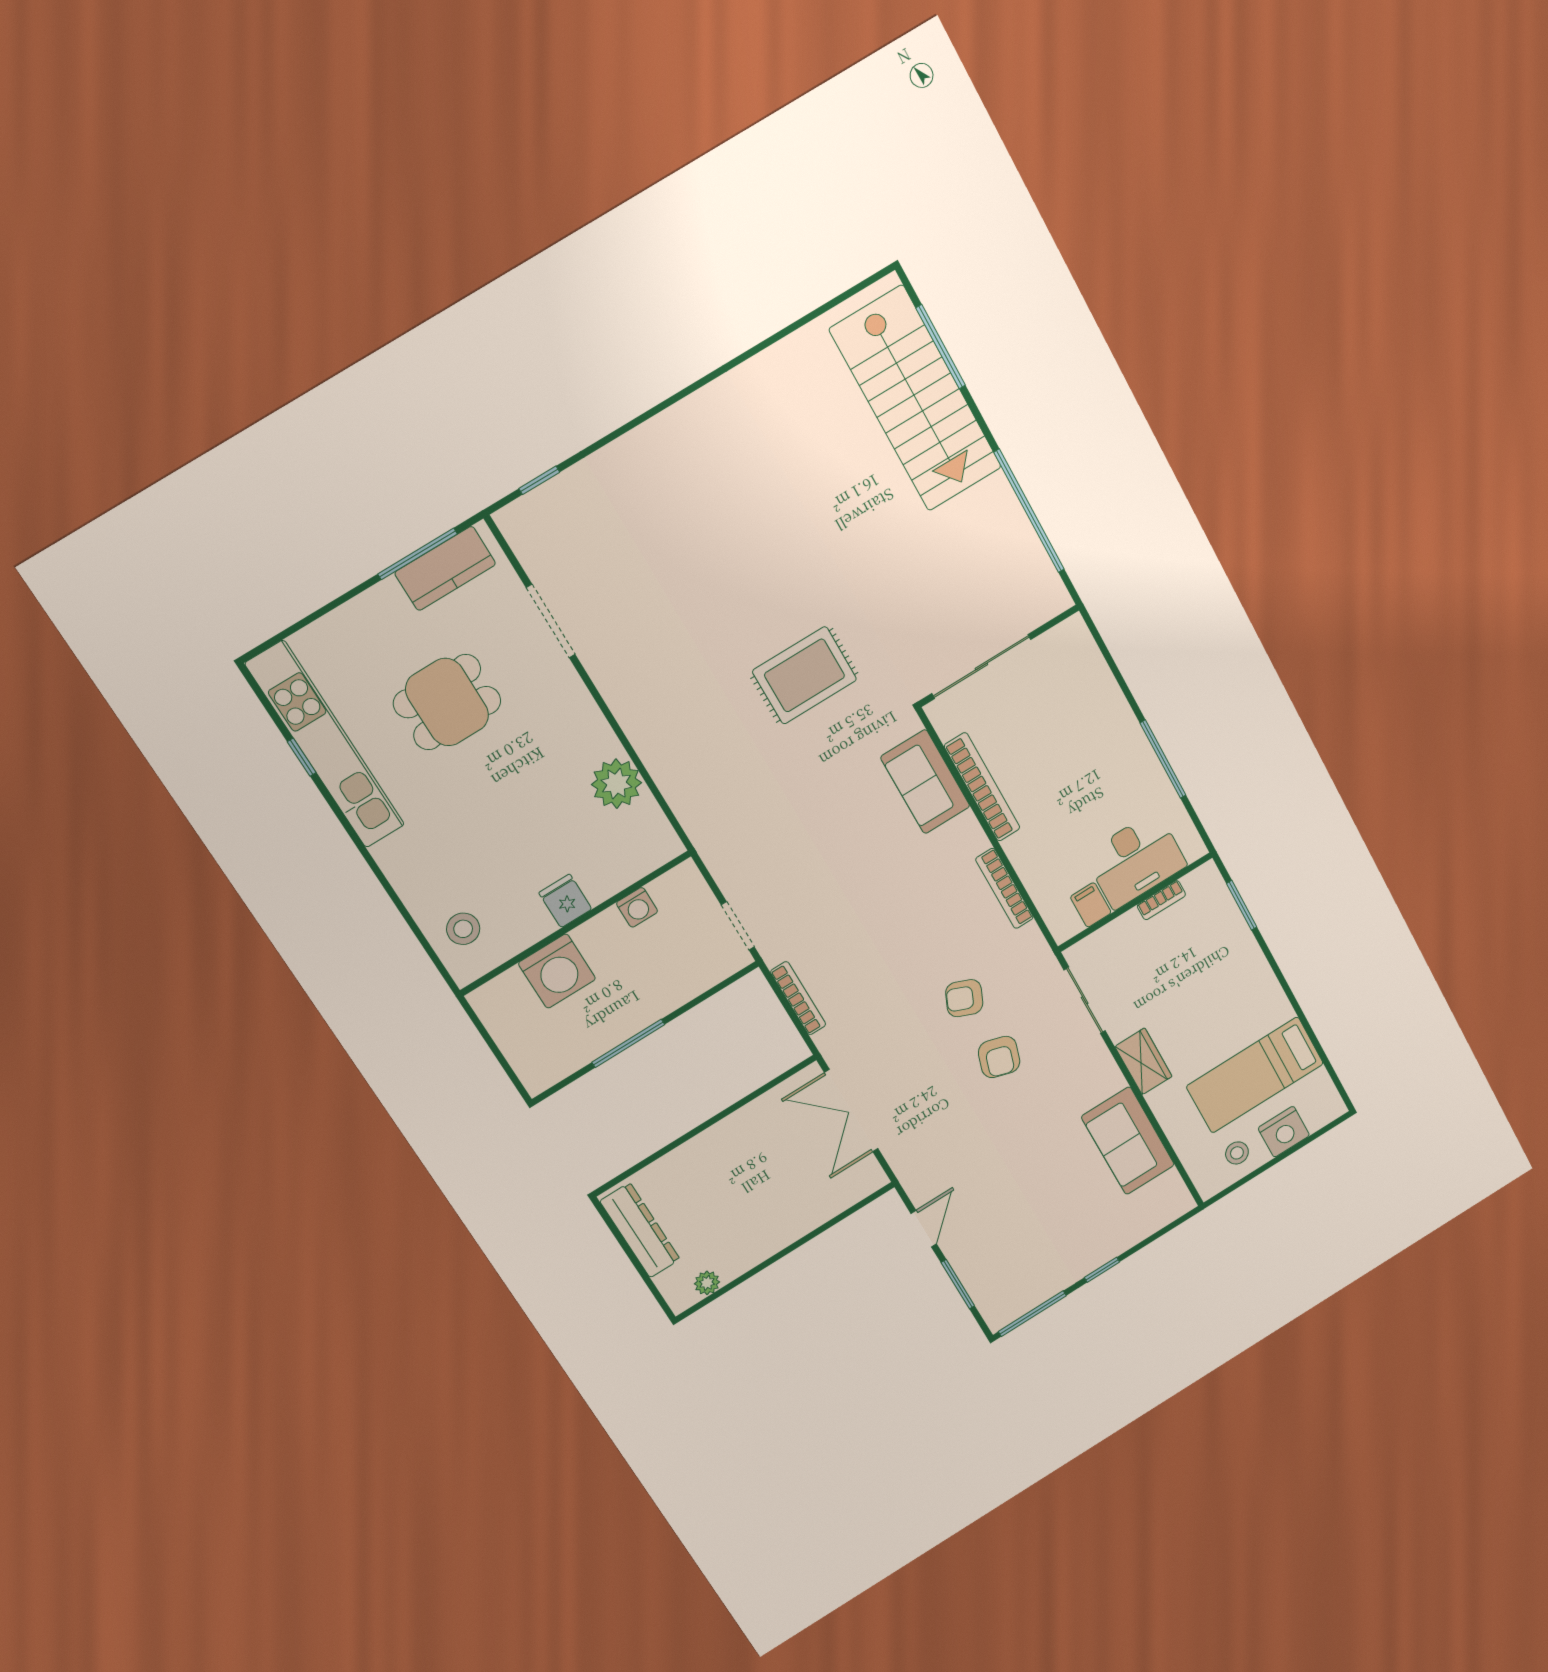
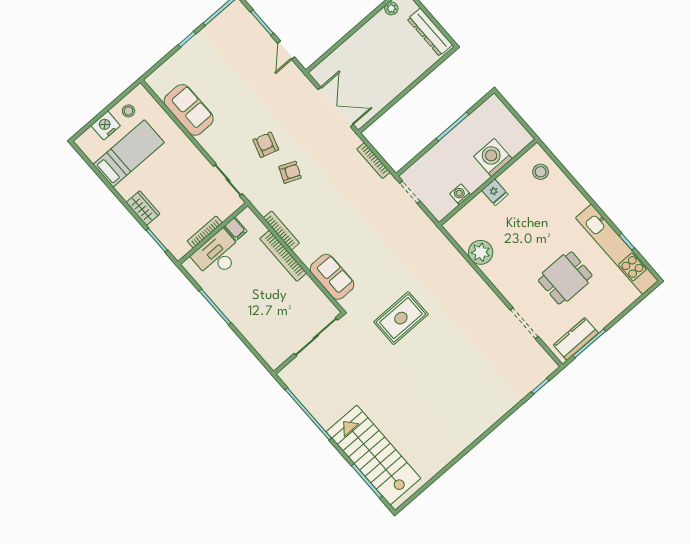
bookcase: (982, 787) -> (283, 256), moved
bookcase: (1161, 900) -> (205, 232), width x1.56
wardrobe: (1144, 1061) -> (143, 208), moved, turned 180

